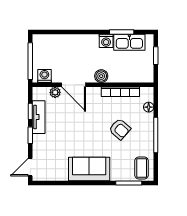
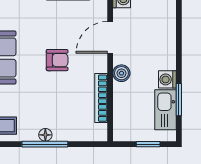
plant: (55, 92) -> (100, 13), removed
floor lamp: (149, 107) -> (45, 135), moved
armchair: (120, 129) -> (57, 60), moved, turned -131

